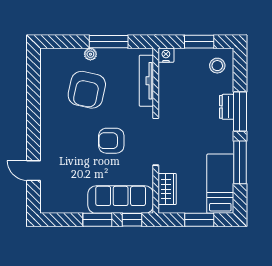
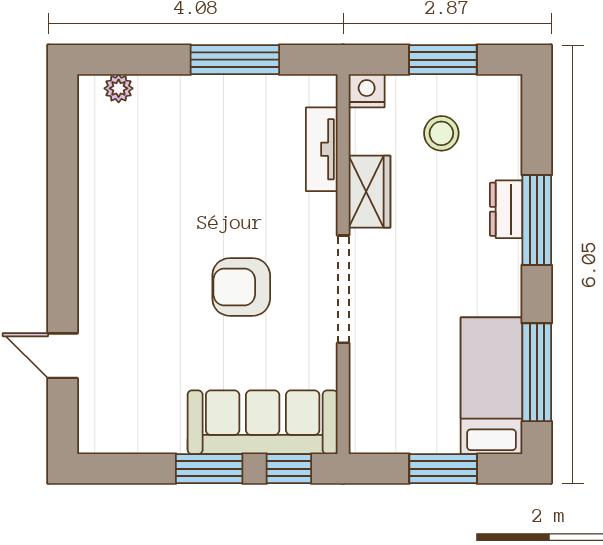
plant: (90, 54) -> (119, 88), moved
stool: (217, 66) -> (441, 133), moved
tv unit: (146, 81) -> (322, 149), width x0.71
armchair: (87, 90) -> (185, 170), removed
window: (240, 162) -> (537, 372), moved
wardrobe: (167, 189) -> (369, 192), moved

